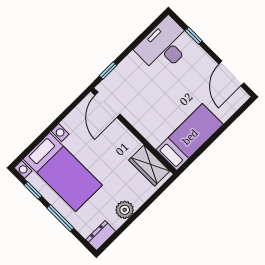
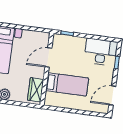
door: (107, 105) -> (48, 58), moved
bed: (190, 137) -> (67, 84), moved

